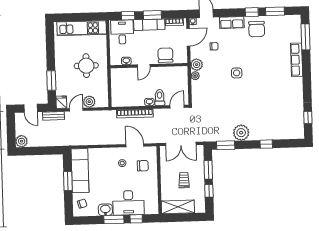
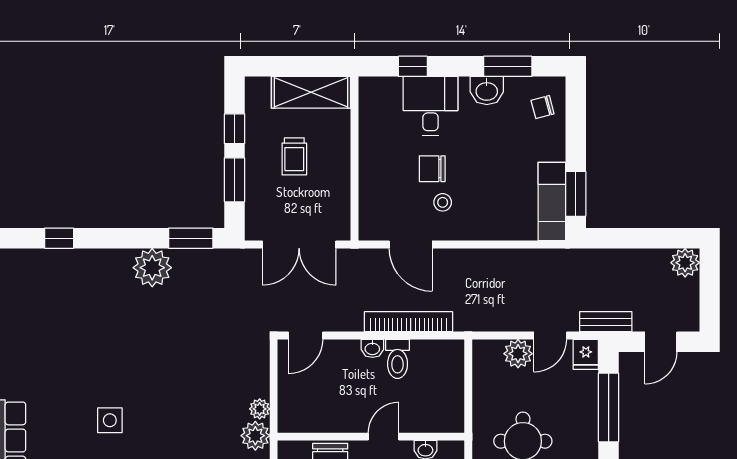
side table: (237, 73) -> (110, 420), moved
window: (51, 81) -> (609, 408), width x1.44
toilet: (160, 97) -> (398, 359), moved
door: (31, 108) -> (661, 342), swing flipped
double door: (181, 144) -> (299, 245), swing flipped
window: (266, 144) -> (59, 238), moved
chair: (143, 166) -> (432, 169), moved
exam couch: (80, 171) -> (552, 202), width x0.73, depth x0.69
window: (68, 181) -> (576, 194), moved
desk: (128, 203) -> (431, 106), width x0.73
window: (114, 219) -> (508, 66), moved

